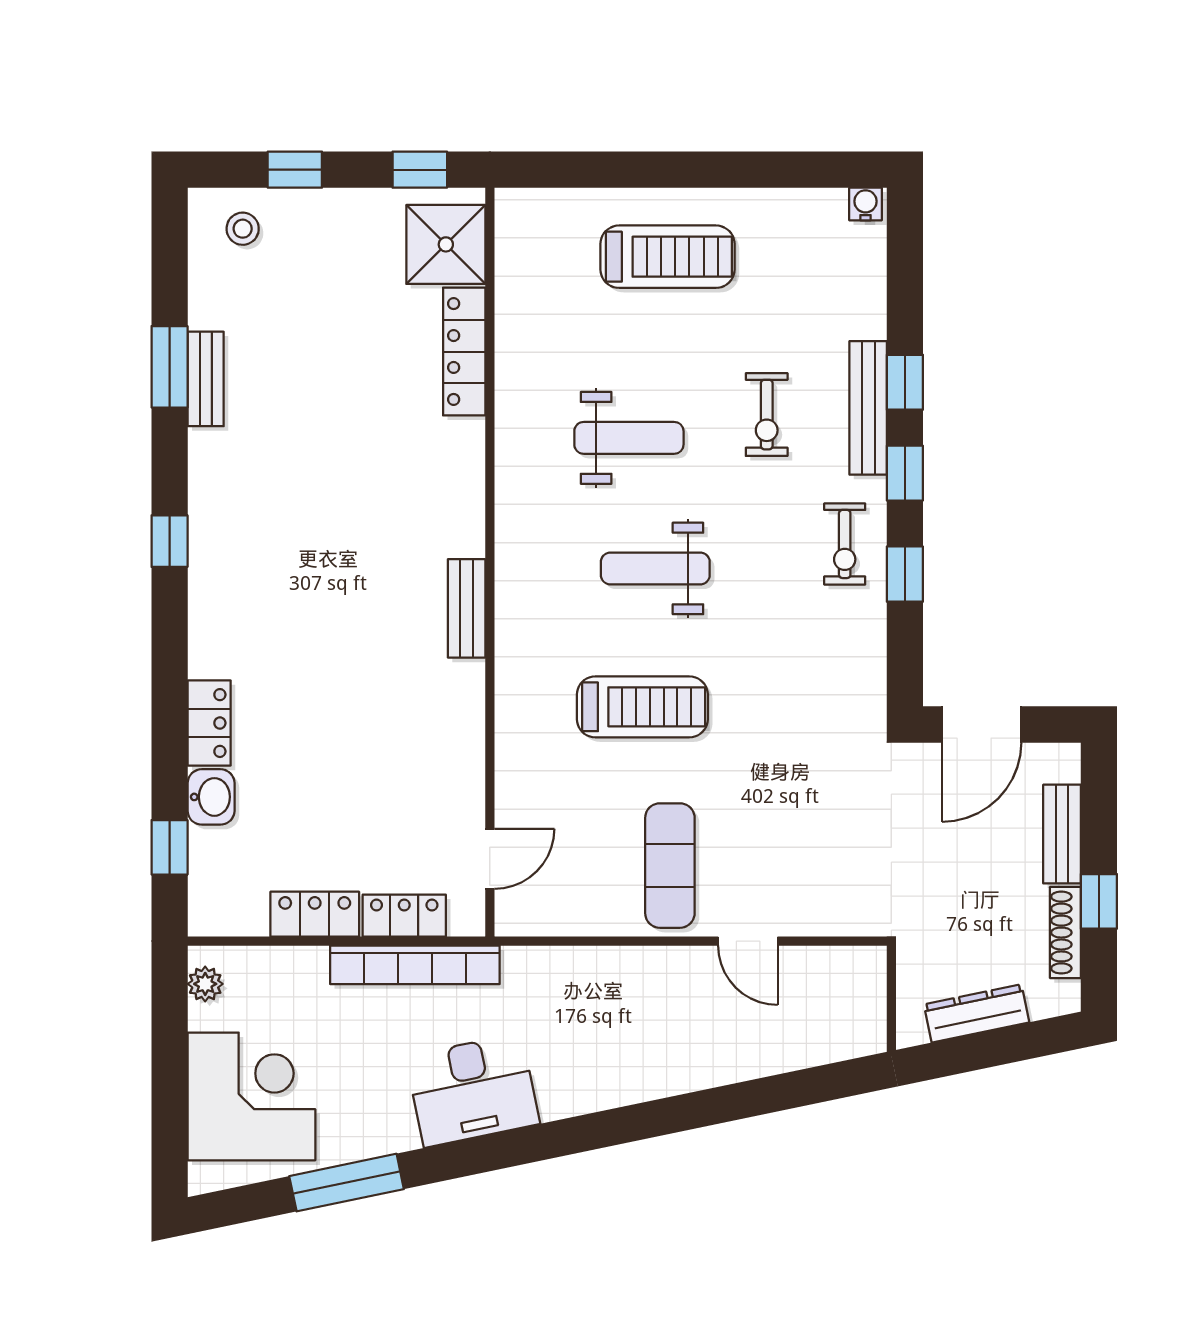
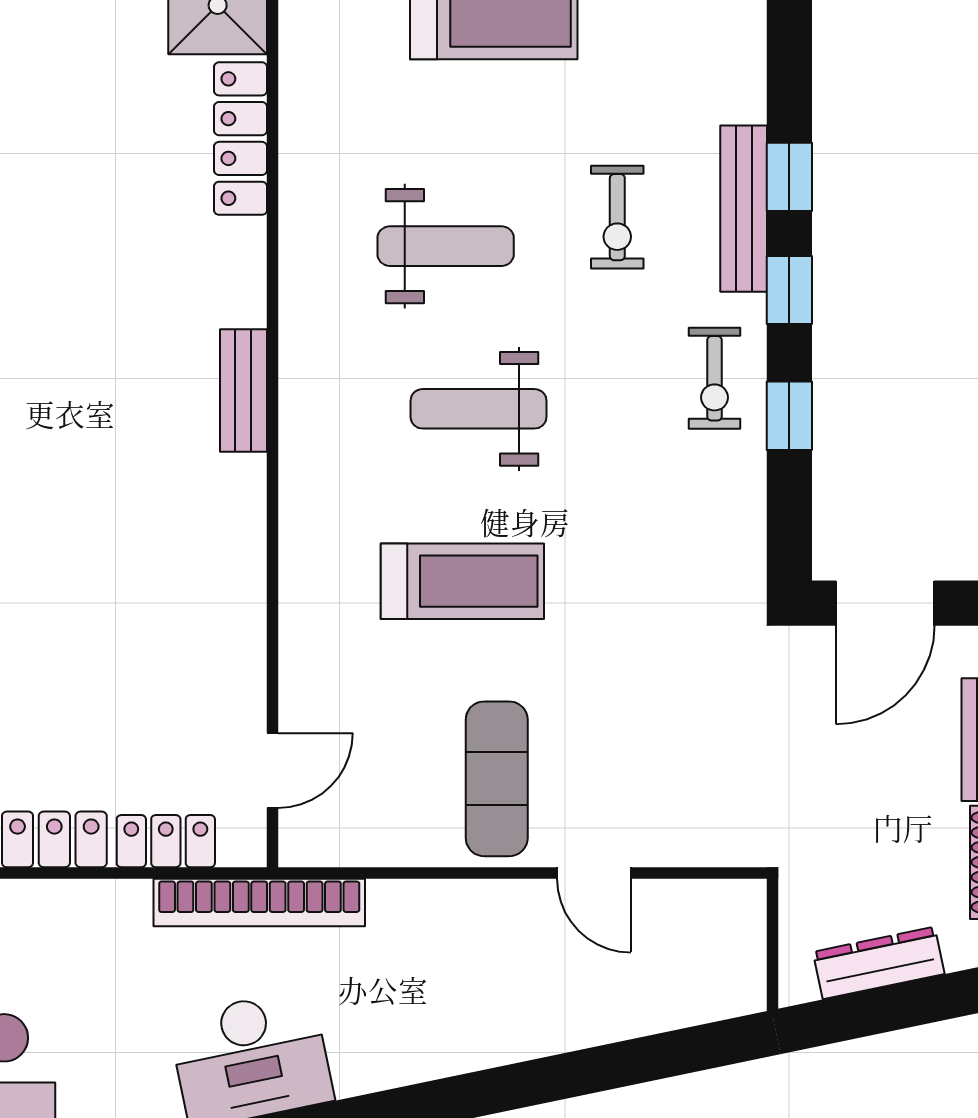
bench: (467, 608) -> (243, 390), moved
bookcase: (415, 965) -> (259, 903), moved

